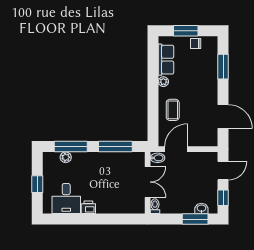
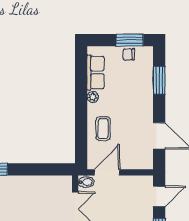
window: (186, 31) -> (130, 40), moved
window: (115, 146) -> (39, 169), removed

